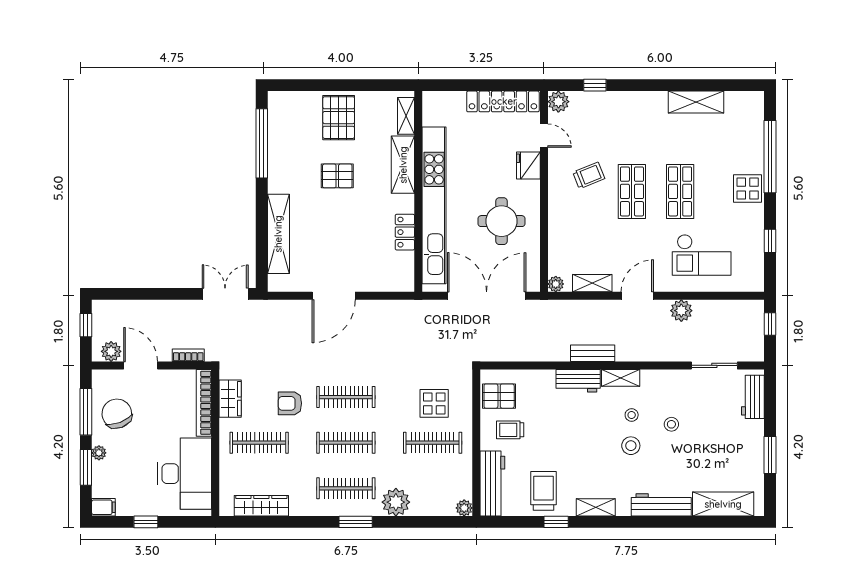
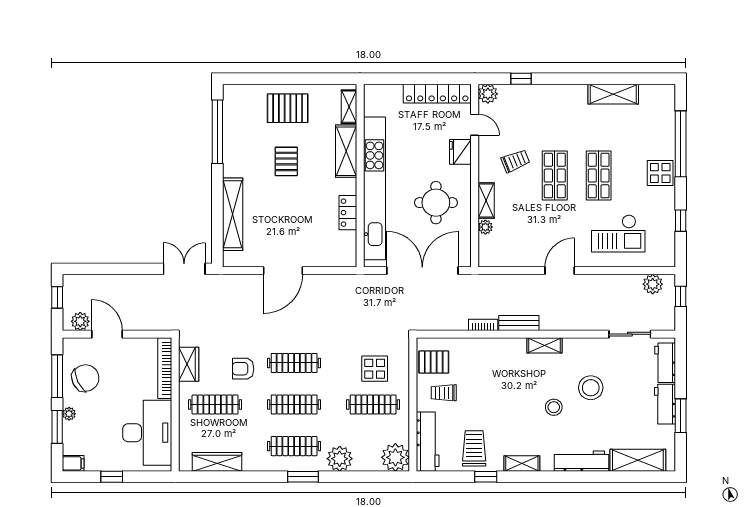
pallet: (339, 118) -> (288, 108), turned 90
pallet: (337, 176) -> (286, 161), turned 90
shelving: (592, 283) -> (486, 201), moved, turned 90
plant: (556, 284) -> (485, 227), moved
plant: (681, 311) -> (653, 284), moved
bookcase: (188, 355) -> (483, 325), moved
workbench: (578, 381) -> (665, 404), moved, turned 90
chair: (117, 414) -> (85, 378), turned 85
stool: (632, 415) -> (554, 379), removed
stool: (671, 424) -> (591, 388), width x1.89, depth x1.89
plant: (464, 508) -> (395, 457), width x1.87, depth x1.87

